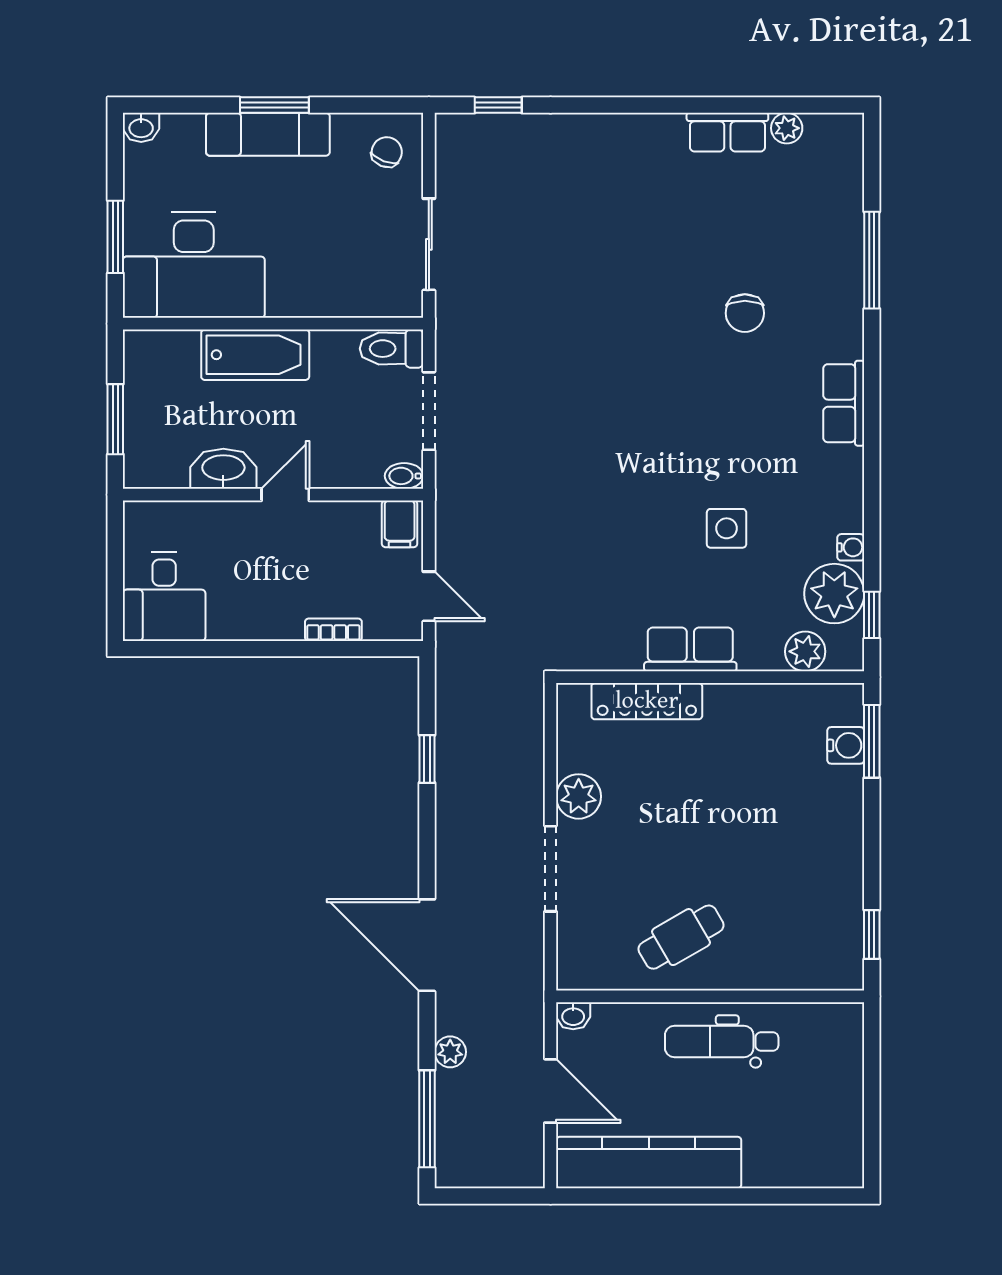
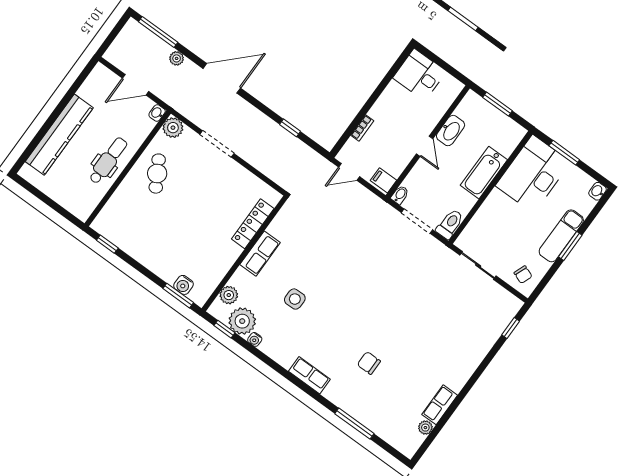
plant: (579, 796) -> (173, 128), moved
kitchen counter: (649, 1163) -> (59, 135), moved

